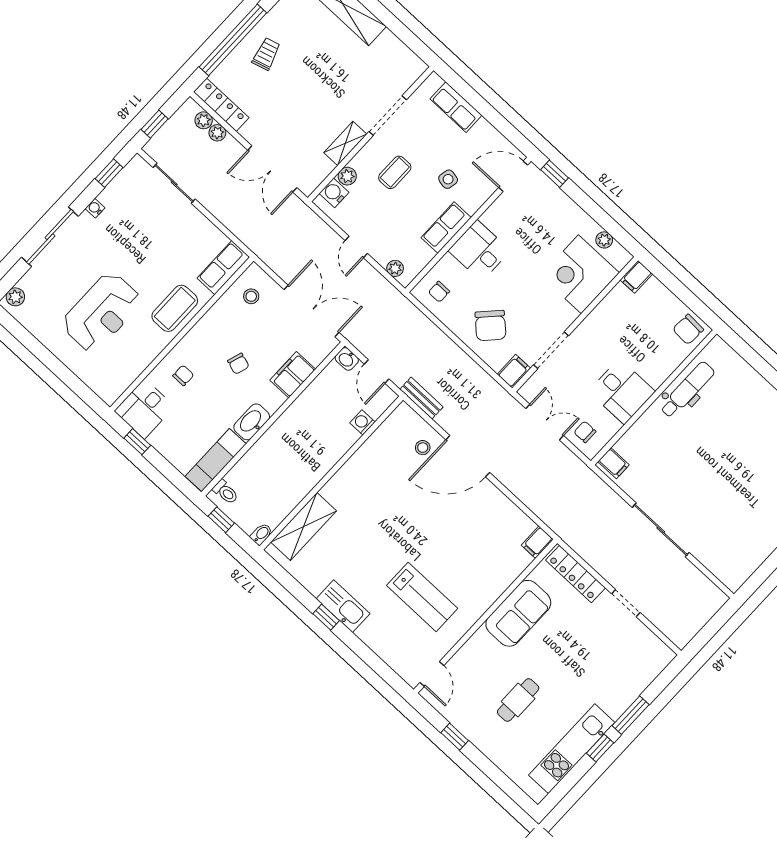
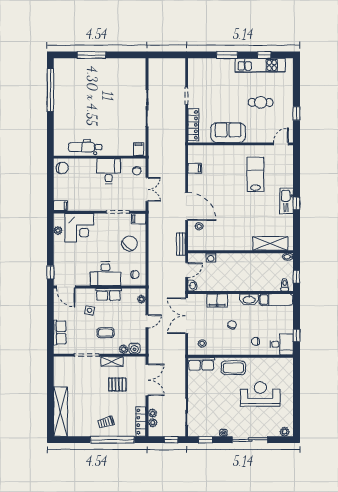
pallet: (305, 120) -> (117, 384), added
desk: (479, 251) -> (106, 274), width x1.37
double door: (545, 422) -> (147, 189), swing flipped
filing cabinet: (537, 542) -> (195, 168), moved
window: (600, 748) -> (264, 55), moved

